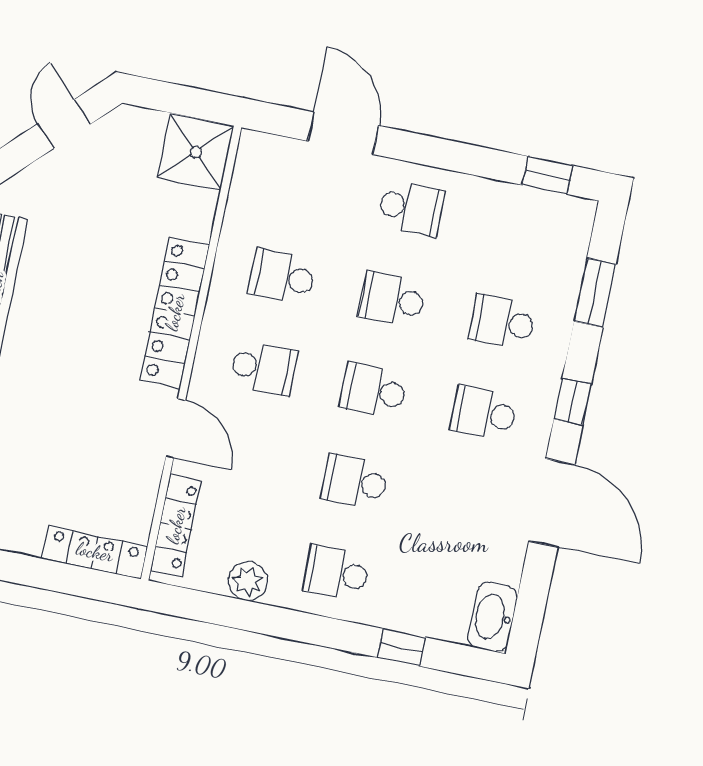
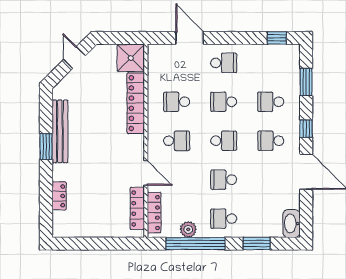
locker: (175, 312) -> (136, 103), moved
school desk: (374, 391) -> (224, 141), turned 180
locker: (95, 552) -> (137, 208), moved, turned -90
window: (258, 618) -> (195, 244), added
window: (401, 647) -> (257, 244), width x1.50

